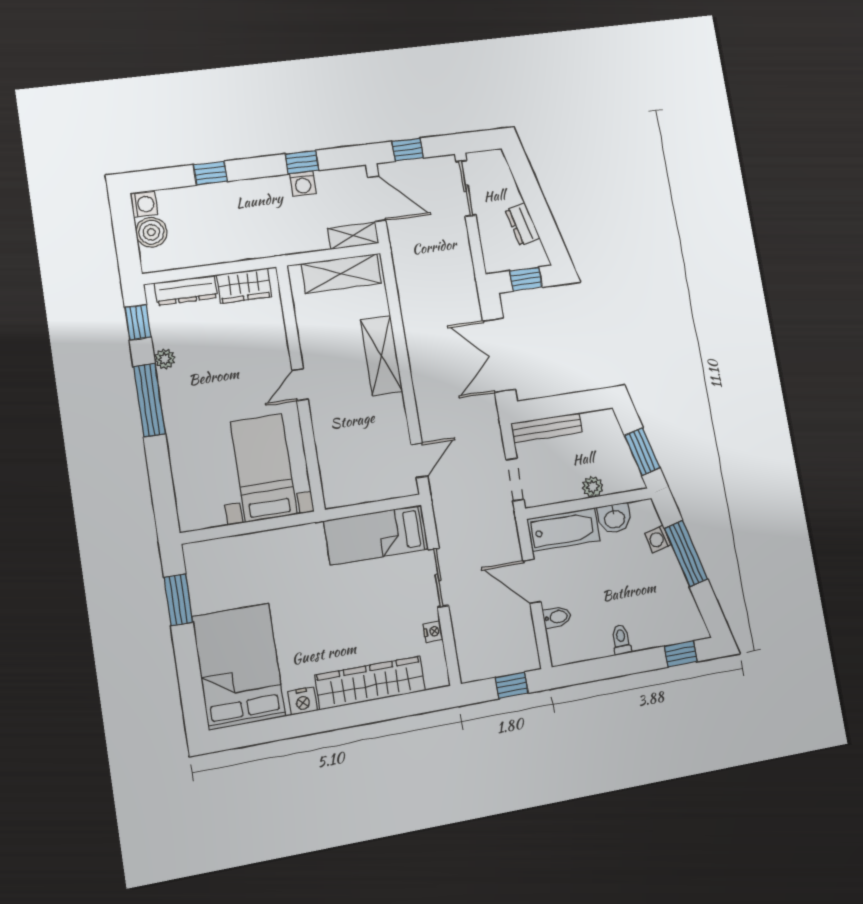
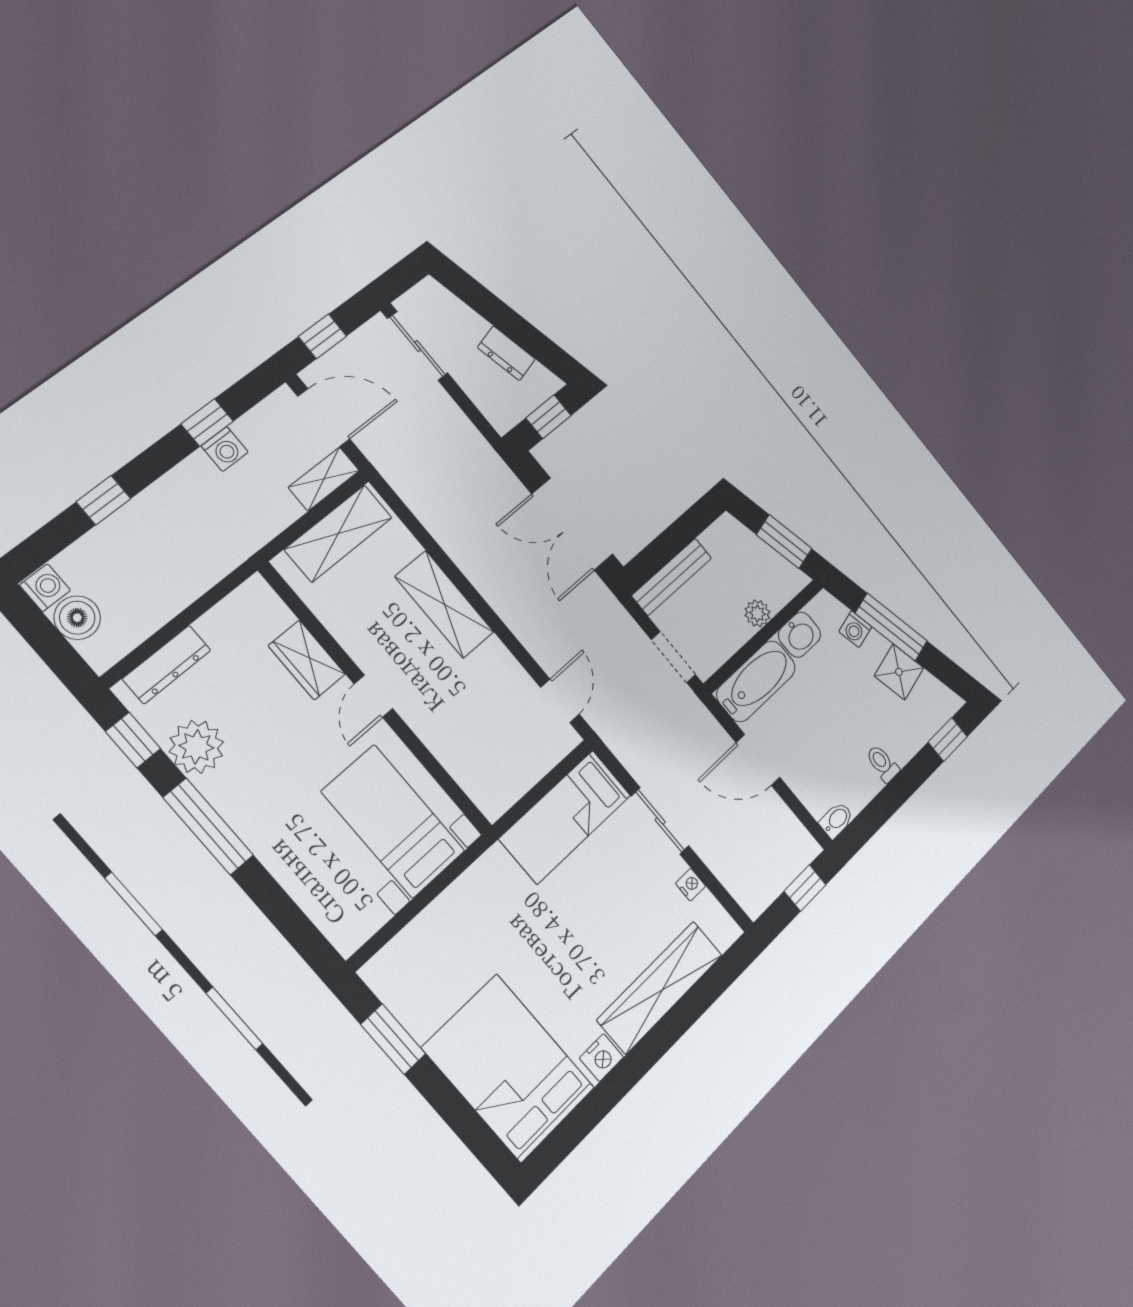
wardrobe: (244, 286) -> (307, 660), moved, turned 90
plant: (165, 359) -> (196, 747), width x1.88, depth x1.88
shower: (673, 587) -> (899, 672), added
bidet: (557, 617) -> (836, 820), moved

